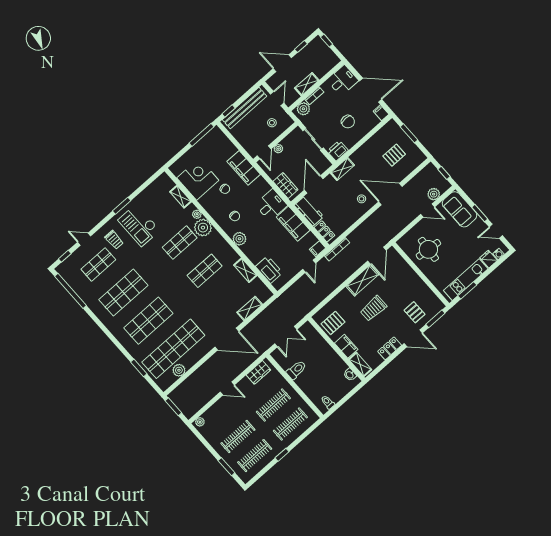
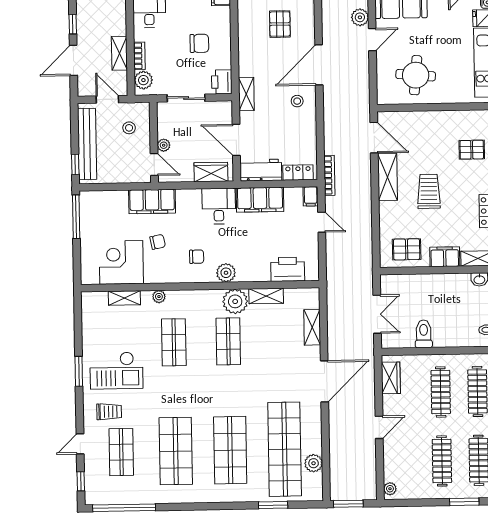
plant: (203, 228) -> (235, 301), moved
trolley: (373, 309) -> (429, 191), turned 180
pallet: (333, 323) -> (407, 249), turned 90

